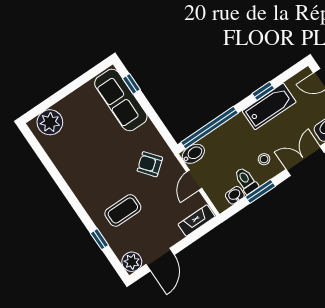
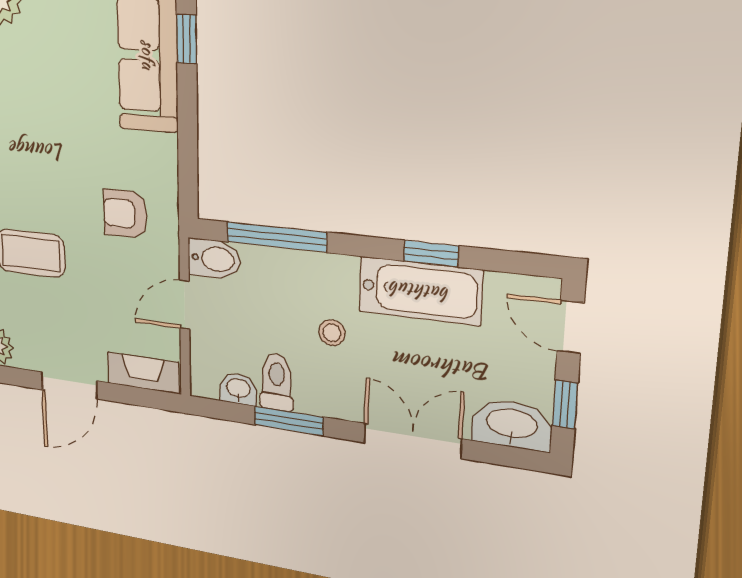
window: (209, 128) -> (277, 237), width x0.68
stool: (264, 159) -> (332, 333), moved
armchair: (150, 164) -> (125, 214), turned -51
door: (160, 260) -> (69, 385), moved

